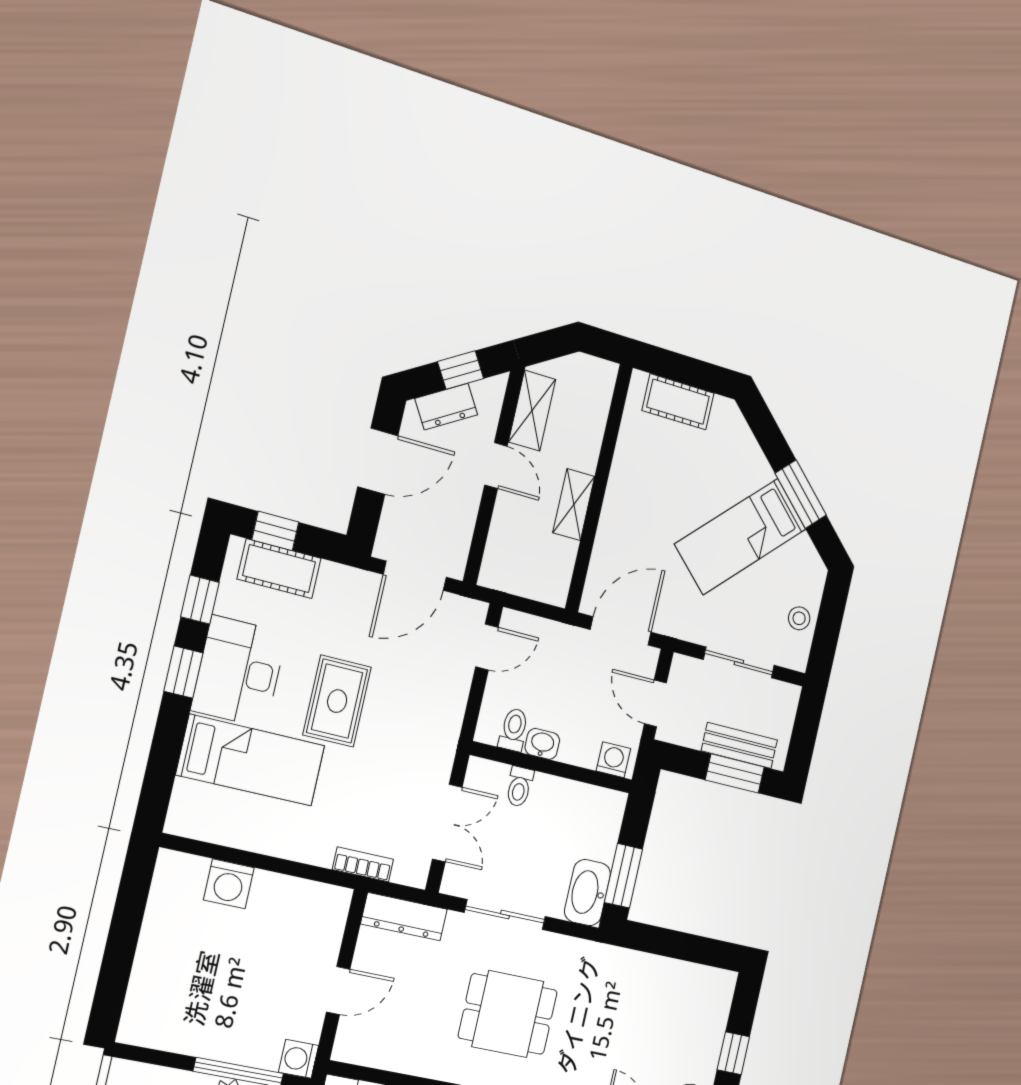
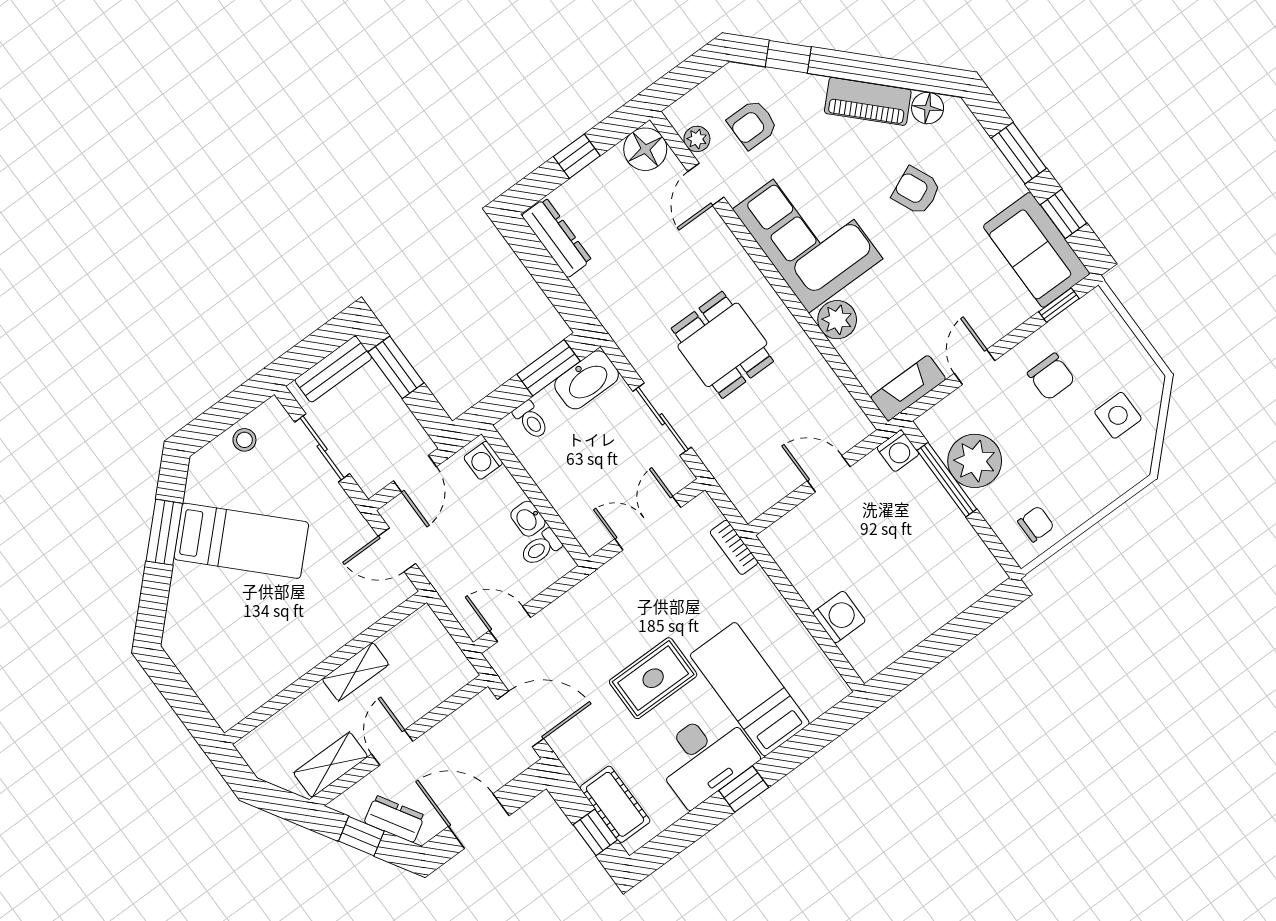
cot: (678, 402) -> (208, 681), removed
window: (200, 600) -> (689, 829), removed
door: (621, 631) -> (397, 550), width x0.73
bench: (739, 745) -> (333, 369), moved, turned 90
toilet: (519, 787) -> (531, 420), moved, turned 90
dresser: (404, 917) -> (557, 238), moved

